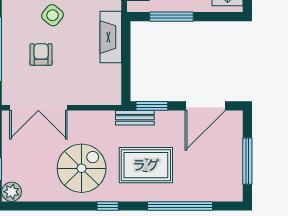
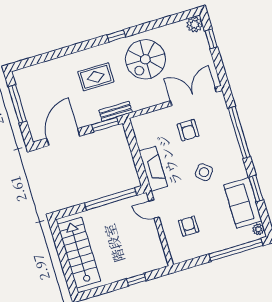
window: (172, 17) -> (111, 199), width x1.46
armchair: (41, 54) -> (188, 130), moved
rug: (146, 165) -> (96, 77), width x0.73, depth x0.70
window: (180, 206) -> (60, 53), removed

